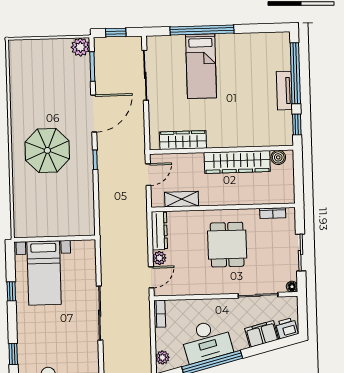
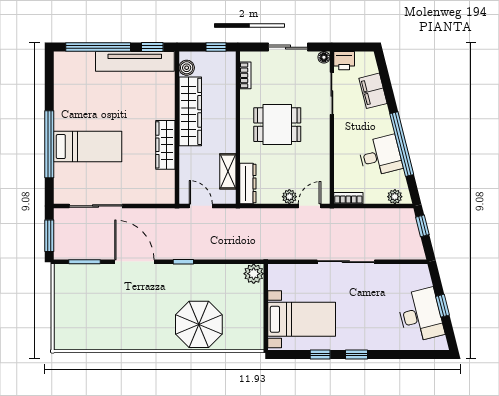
window: (116, 33) -> (49, 236), width x1.50
plant: (80, 47) -> (254, 274), moved
tv unit: (284, 91) -> (135, 61), width x1.92, depth x1.29
wardrobe: (183, 140) -> (165, 145), moved
parasol: (47, 150) -> (199, 324), moved
window: (299, 185) -> (216, 47), added
dresser: (159, 231) -> (248, 183), moved, turned 90
door: (151, 277) -> (310, 206), hinge flipped
printer: (287, 328) -> (344, 61), moved, turned -76
desk: (207, 341) -> (380, 156), width x0.73
window: (13, 354) -> (357, 354), moved

